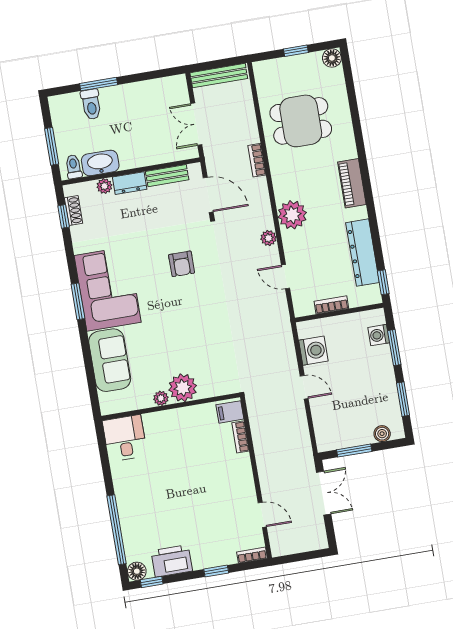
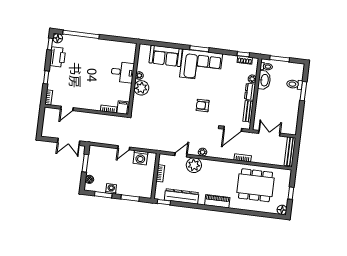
dining table: (301, 121) -> (256, 185), width x1.38
plant: (292, 215) -> (194, 165), moved
washing machine: (379, 335) -> (111, 189), moved
desk: (125, 438) -> (123, 72), moved

